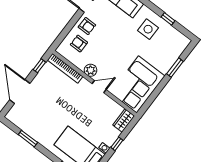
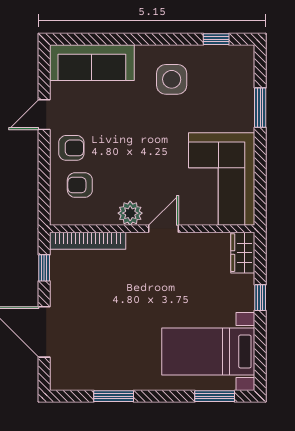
window: (168, 19) -> (216, 39), moved

